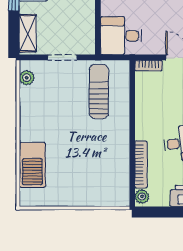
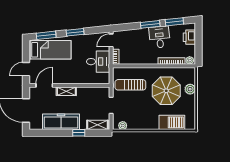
desk: (121, 36) -> (98, 62), moved, turned -90
parasol: (88, 155) -> (166, 91), added
plant: (91, 197) -> (190, 89), added

